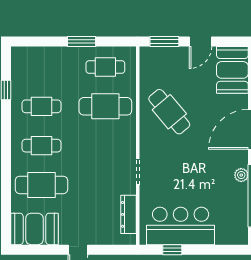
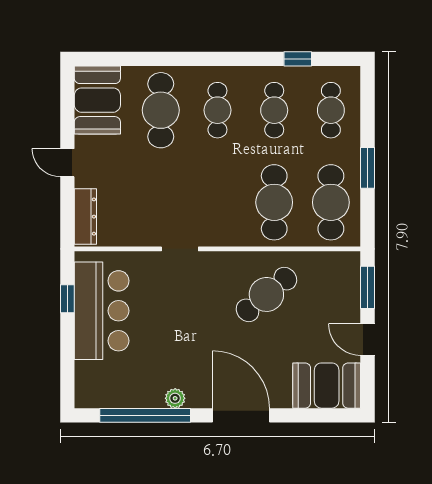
cafe table: (41, 67) -> (331, 110), added
cafe table: (105, 67) -> (331, 202), width x1.37, depth x1.35
dresser: (128, 214) -> (85, 217), moved, turned 90

